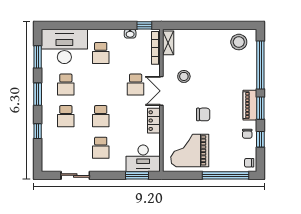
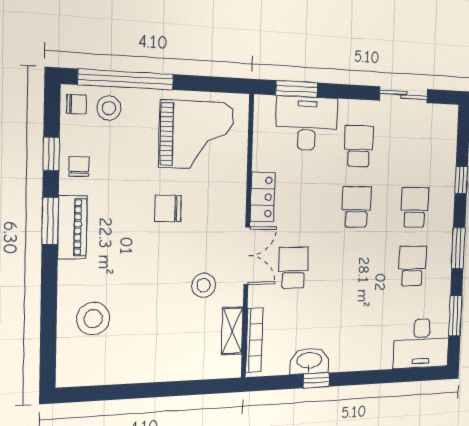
window: (144, 25) -> (316, 380), moved
washbasin: (130, 34) -> (309, 361), width x1.91, depth x1.45
stool: (239, 42) -> (93, 319), moved
shelving: (168, 43) -> (232, 331), moved
desk: (64, 46) -> (421, 343), width x0.73, depth x0.77
school desk: (101, 53) -> (352, 326), removed
window: (260, 65) -> (49, 313), removed
desk: (143, 158) -> (307, 123), moved
stool: (233, 162) -> (109, 108), added

